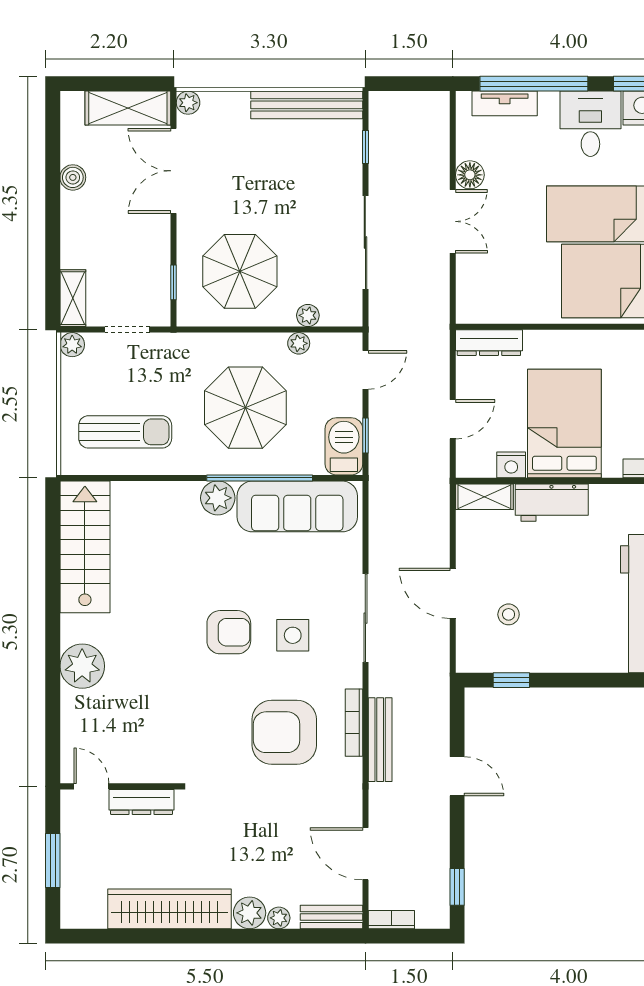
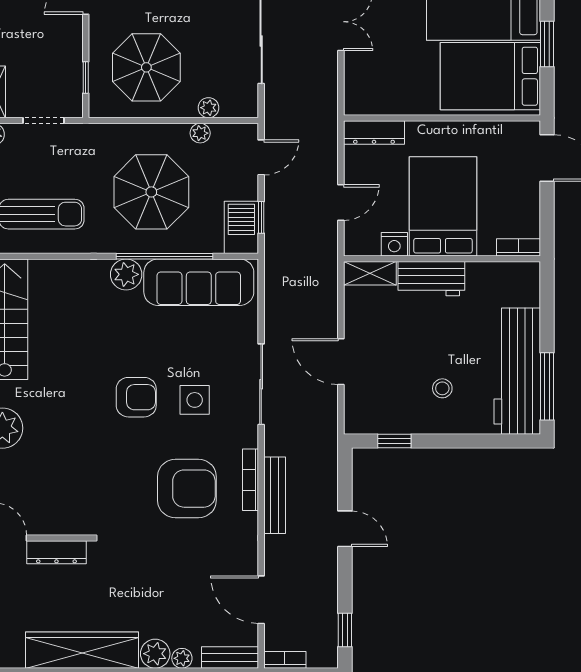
stool: (509, 614) -> (442, 388), moved
armchair: (284, 732) -> (187, 489), turned 180

